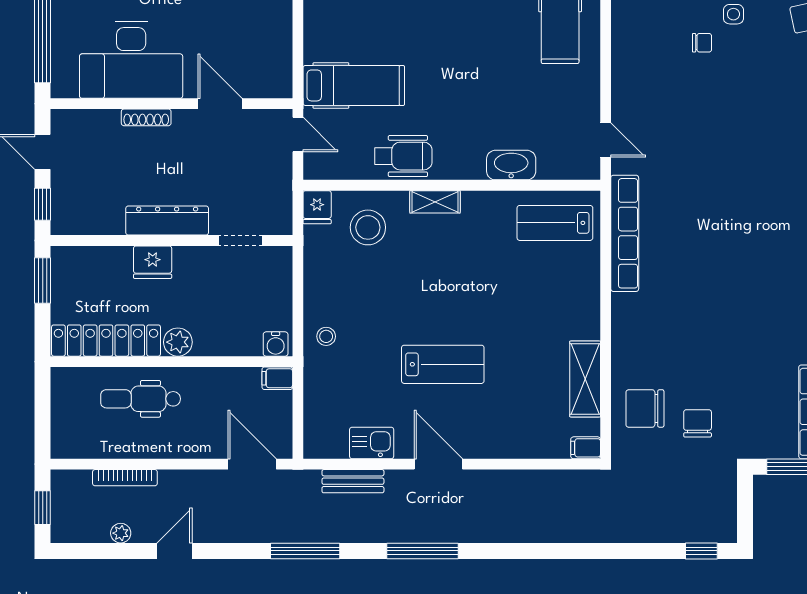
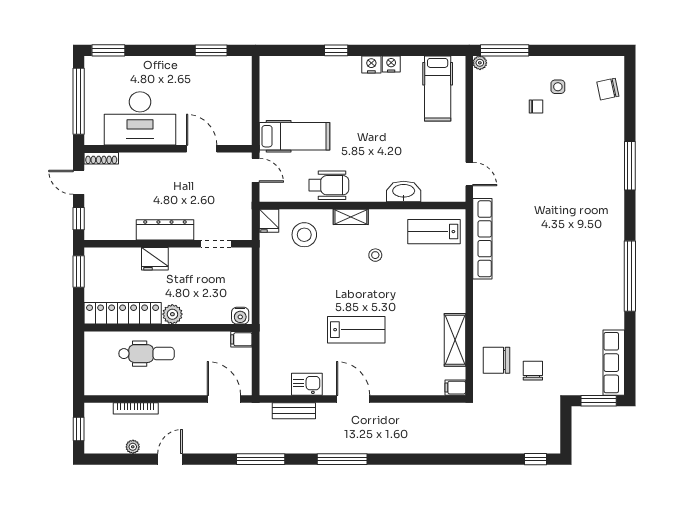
shoe rack: (146, 117) -> (101, 158), moved
stool: (326, 336) -> (375, 255), moved
dental chair: (141, 399) -> (147, 354), turned 180

